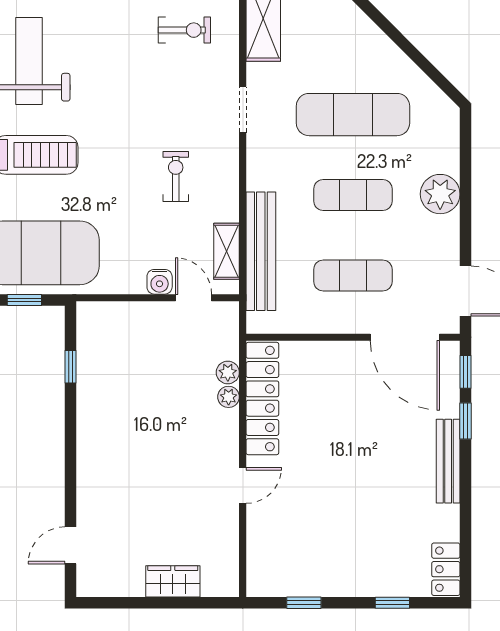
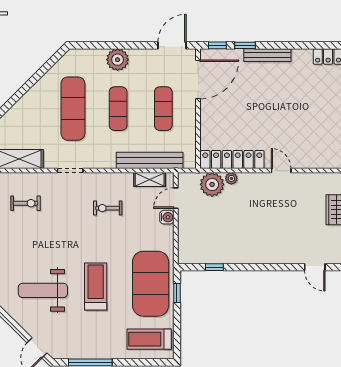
exercise bike: (184, 30) -> (25, 203), turned 90
plant: (228, 372) -> (212, 184), width x1.88, depth x1.88

